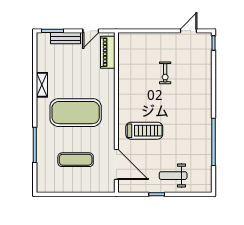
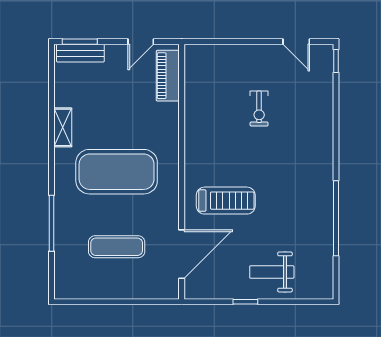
door: (188, 31) -> (296, 42), swing flipped
bench: (66, 38) -> (80, 53), moved
door: (116, 164) -> (182, 254), hinge flipped

